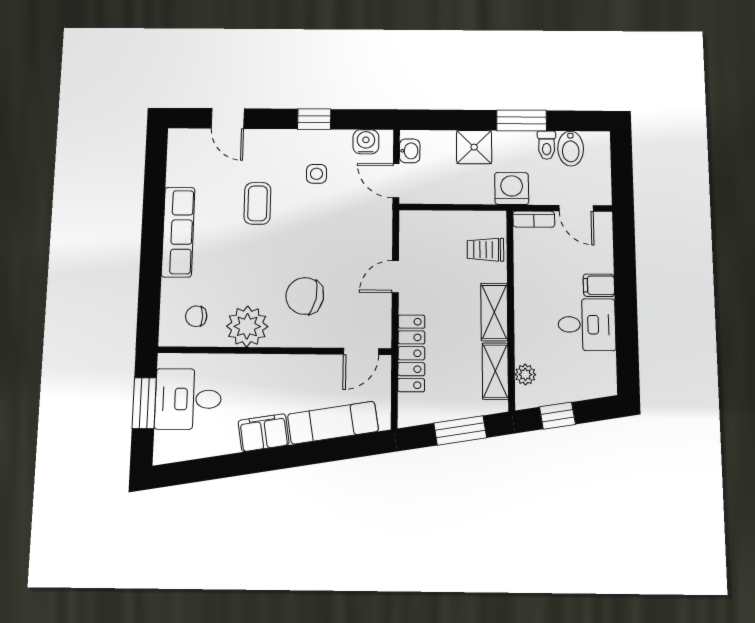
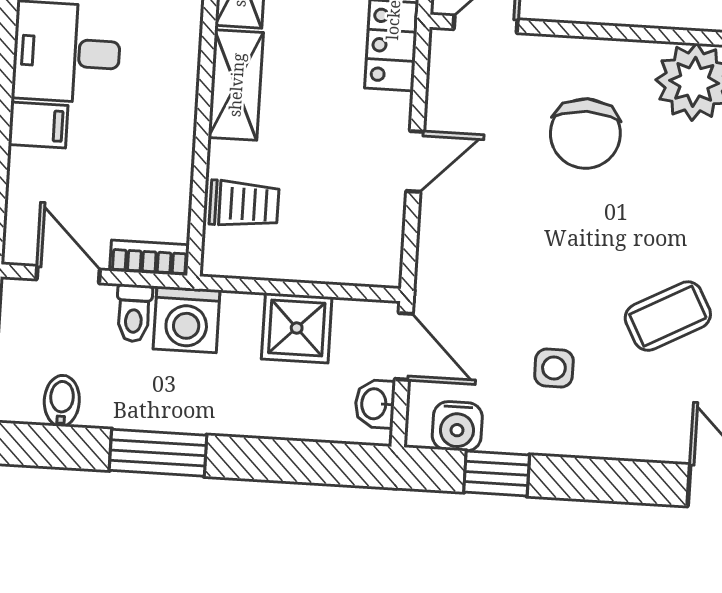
window: (314, 119) -> (497, 473), moved
toilet: (547, 145) -> (134, 313), moved, turned 180
shower: (474, 147) -> (297, 328), moved
bidet: (571, 149) -> (62, 401), width x0.72, depth x0.74
coffee table: (257, 203) -> (668, 316), turned 62
chair: (305, 296) -> (585, 134), turned 79

